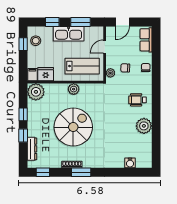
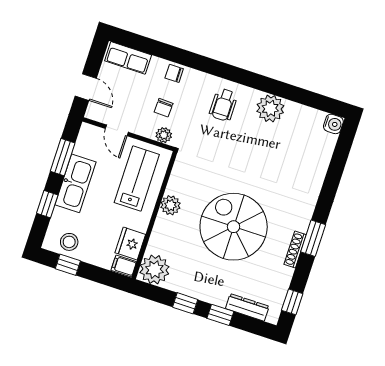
water cooler: (130, 163) -> (333, 124), moved

